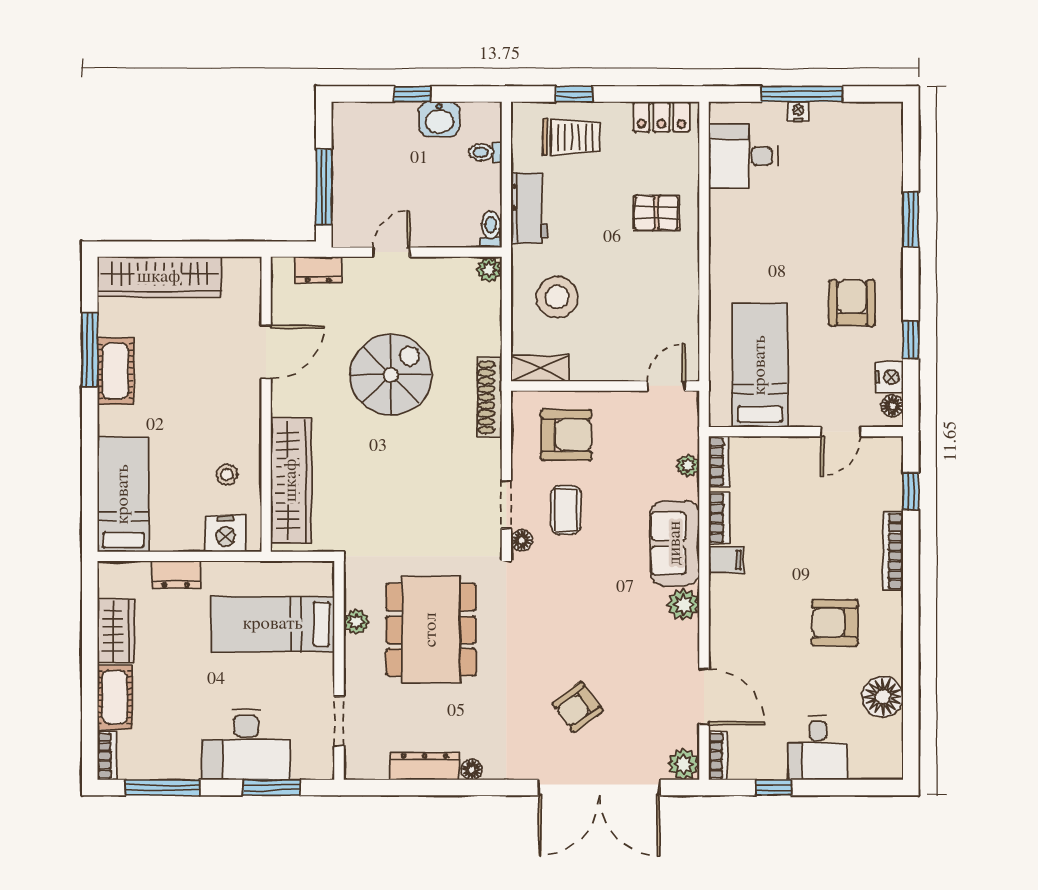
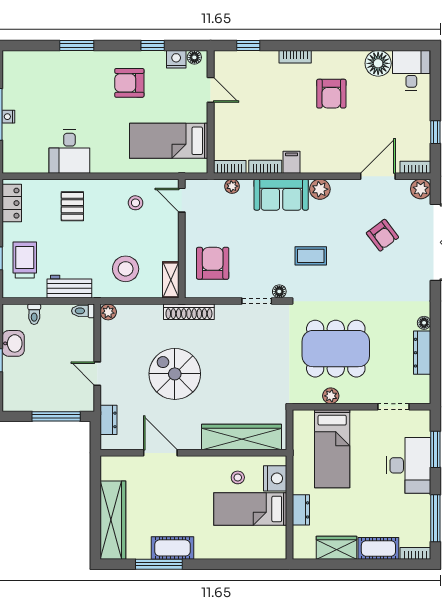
desk: (743, 156) -> (69, 151), moved
stool: (662, 313) -> (136, 203), added
bed: (123, 494) -> (250, 509), moved
coffee table: (566, 510) -> (311, 256), moved
bookcase: (893, 551) -> (295, 57), width x0.64
armchair: (578, 707) -> (382, 235), moved
desk: (818, 748) -> (411, 70), moved, turned -90

